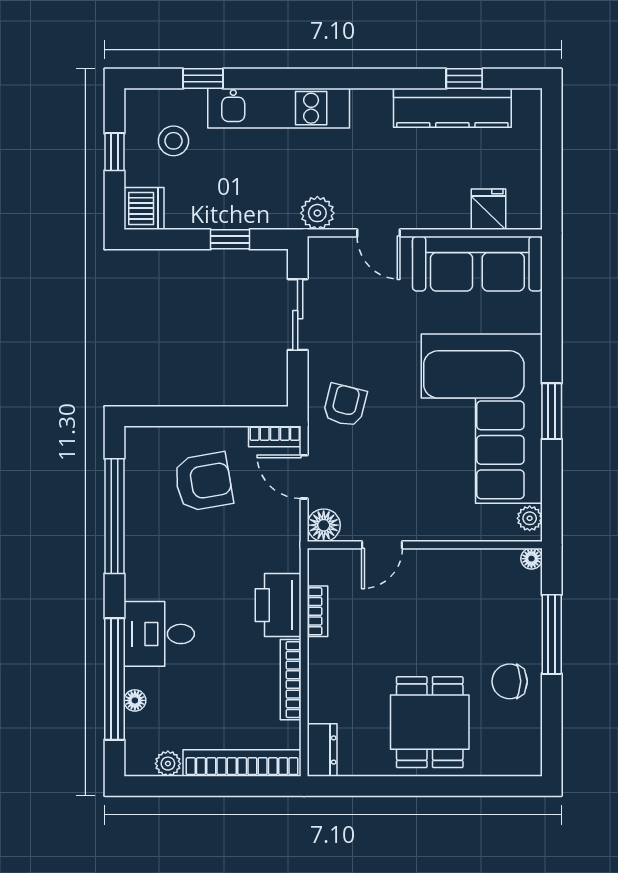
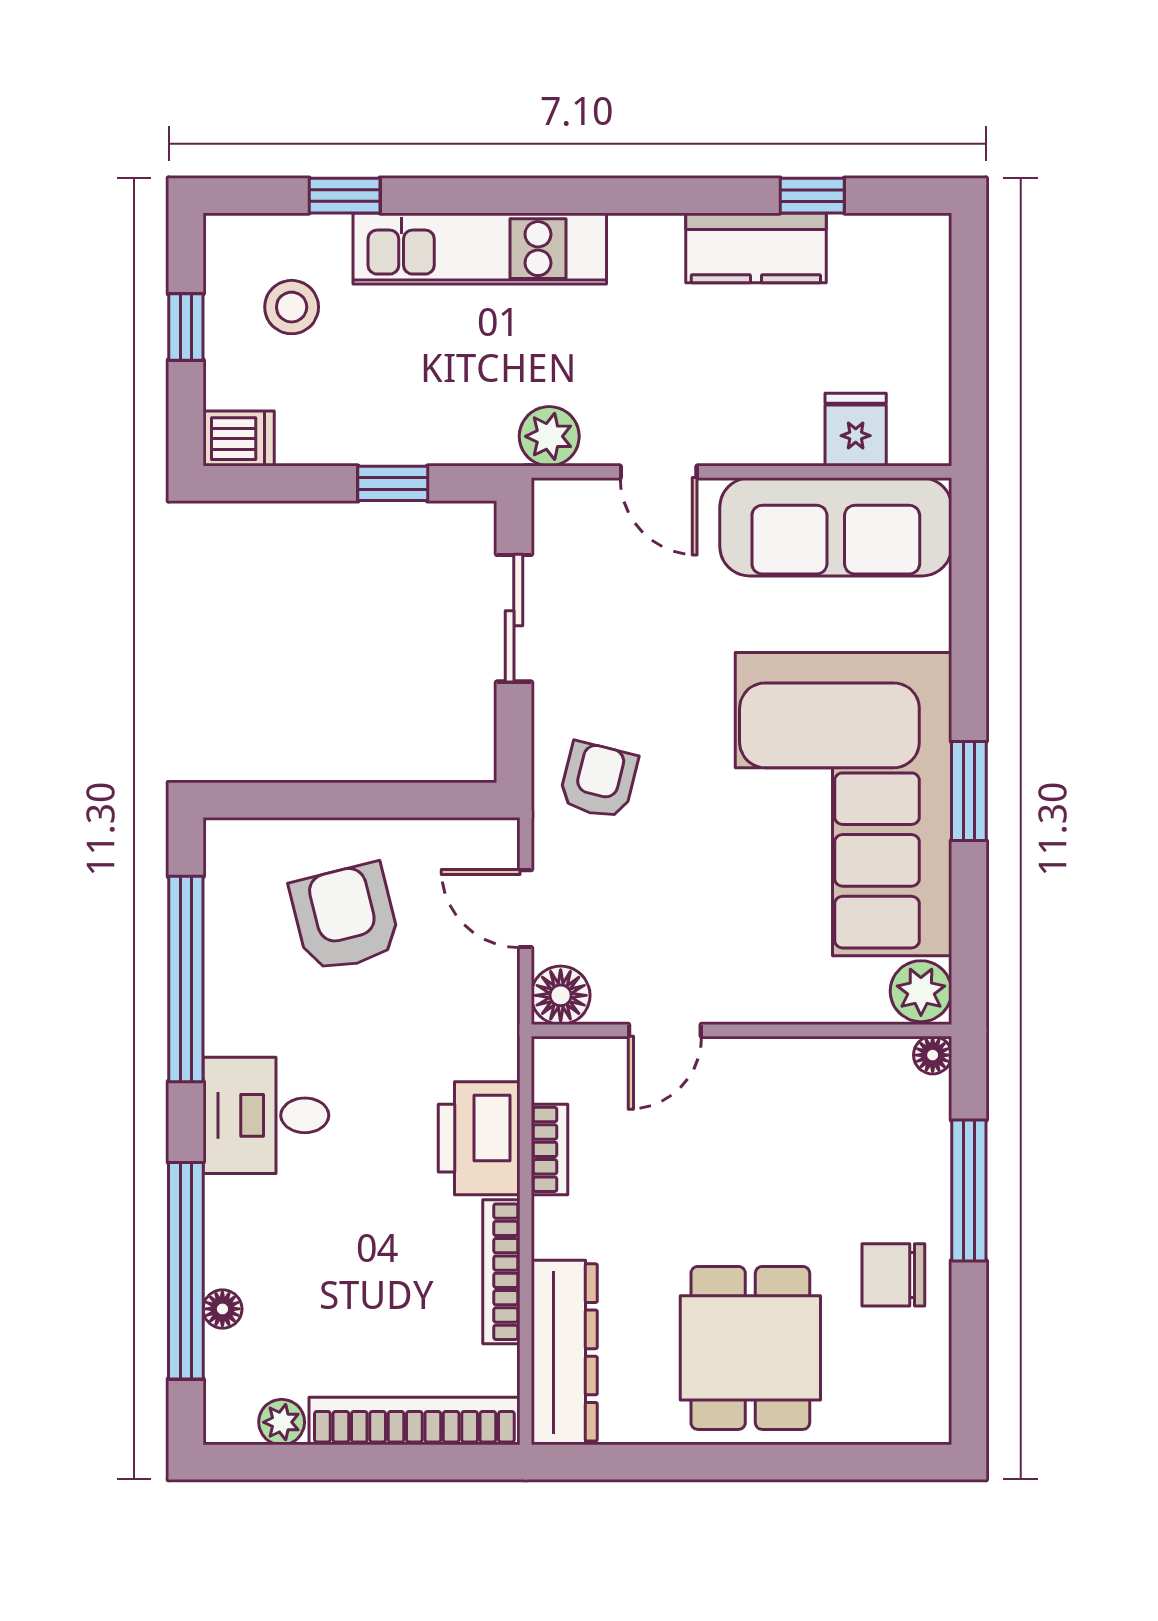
kitchen counter: (452, 108) -> (756, 248), width x0.67
dishwasher: (144, 208) -> (239, 439), width x0.73
bookcase: (275, 436) -> (473, 836), removed
armchair: (203, 482) -> (345, 918), turned -94
plant: (530, 518) -> (921, 991), width x1.38, depth x1.38
desk: (159, 634) -> (266, 1115), moved
dresser: (322, 750) -> (564, 1352), width x1.96, depth x1.24

